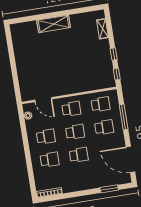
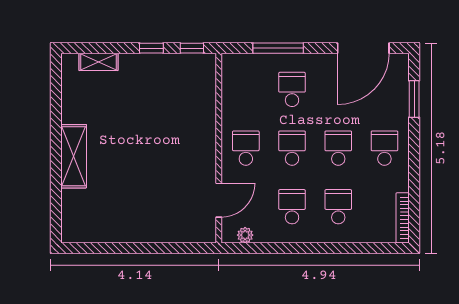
school desk: (101, 104) -> (384, 148), moved

